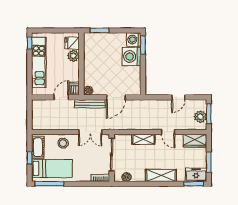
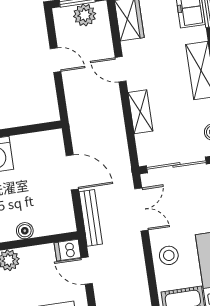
boiler: (88, 91) -> (25, 231), moved
door: (168, 132) -> (121, 69), swing flipped

